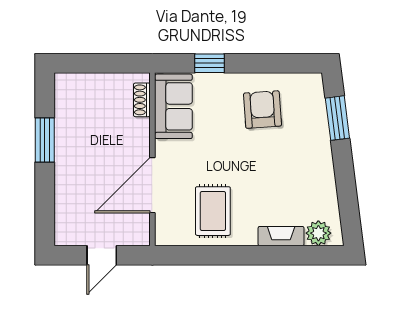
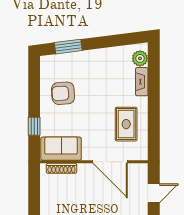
shoe rack: (142, 100) -> (61, 168), width x1.43
rug: (213, 211) -> (126, 124), turned 90
door: (102, 255) -> (154, 193), hinge flipped

